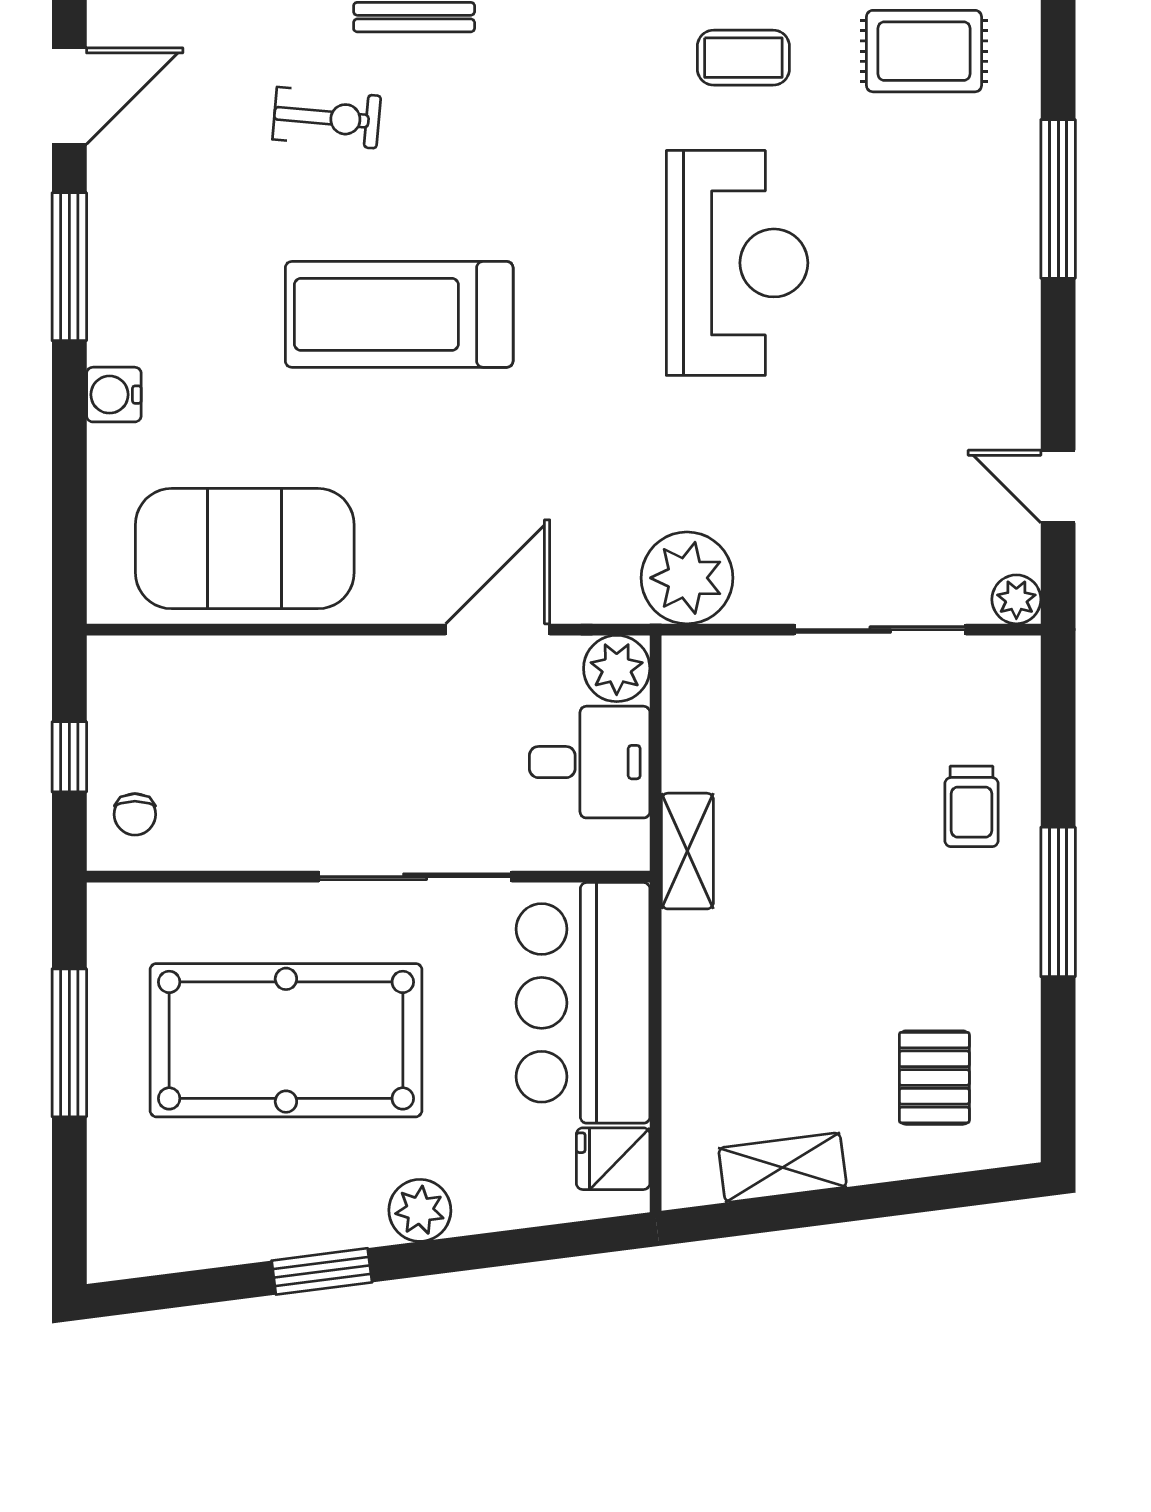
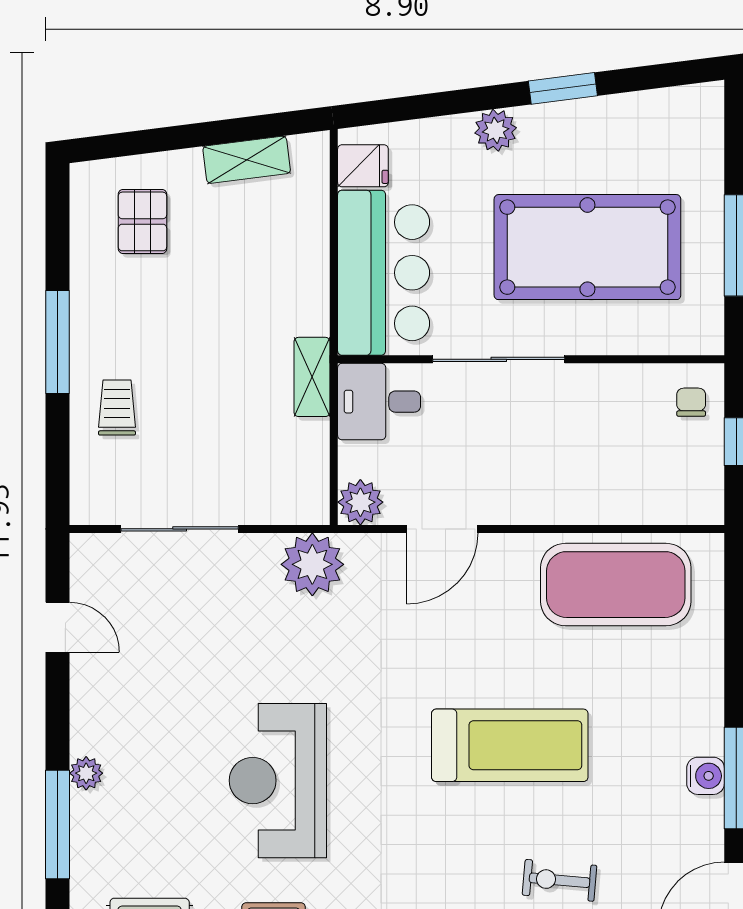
water cooler: (114, 395) -> (706, 776), moved
plant: (1016, 599) -> (86, 773), moved
desk: (590, 762) -> (379, 402), moved

